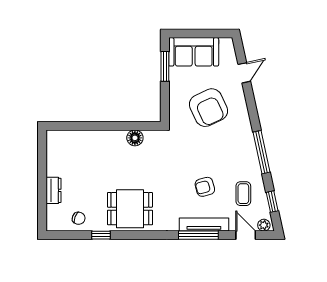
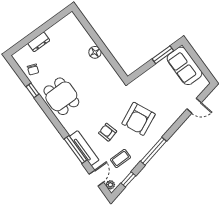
armchair: (208, 108) -> (139, 119), moved
floor lamp: (135, 138) -> (95, 52), moved

